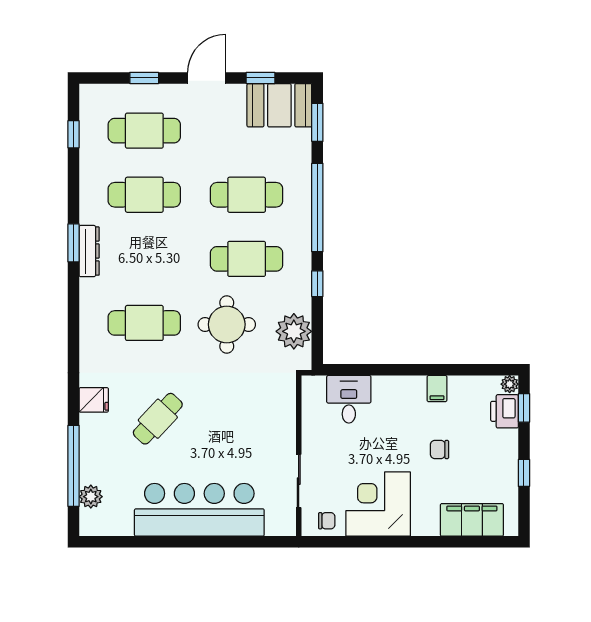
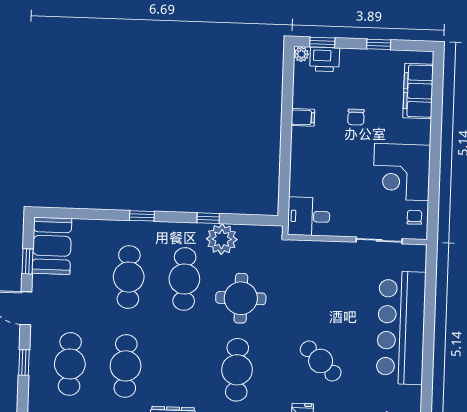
window: (317, 122) -> (68, 213), removed
window: (317, 208) -> (142, 216), width x0.32
plant: (294, 331) -> (222, 239), moved
desk: (349, 399) -> (309, 216), moved

